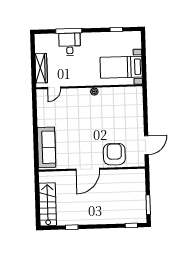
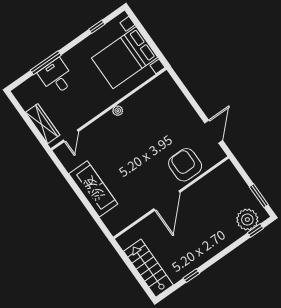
bed with nightstands: (121, 67) -> (125, 58), width x1.36
sofa: (46, 147) -> (93, 189), moved
plant: (131, 215) -> (247, 220), added

